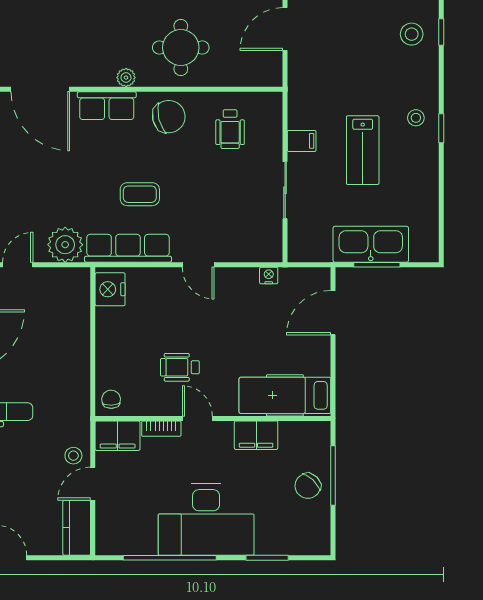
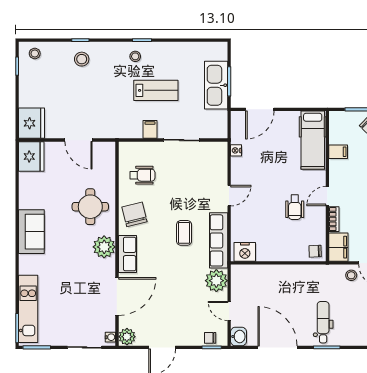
plant: (126, 78) -> (104, 247), width x1.88, depth x1.88
door: (333, 313) -> (260, 109), hinge flipped
filing cabinet: (256, 435) -> (338, 152), width x0.50

